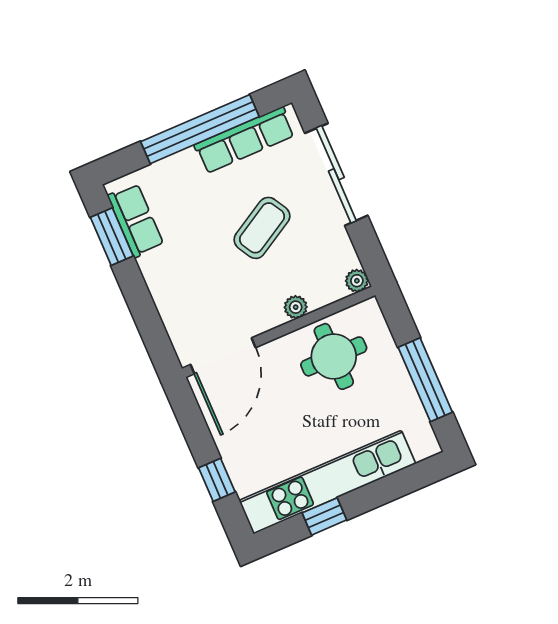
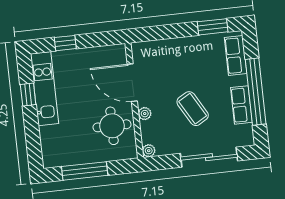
row of seats: (245, 140) -> (241, 105), width x0.68
row of seats: (136, 220) -> (236, 55), moved, turned 90
door: (223, 356) -> (132, 83), moved
kitchen unit: (327, 482) -> (44, 89), width x0.73

